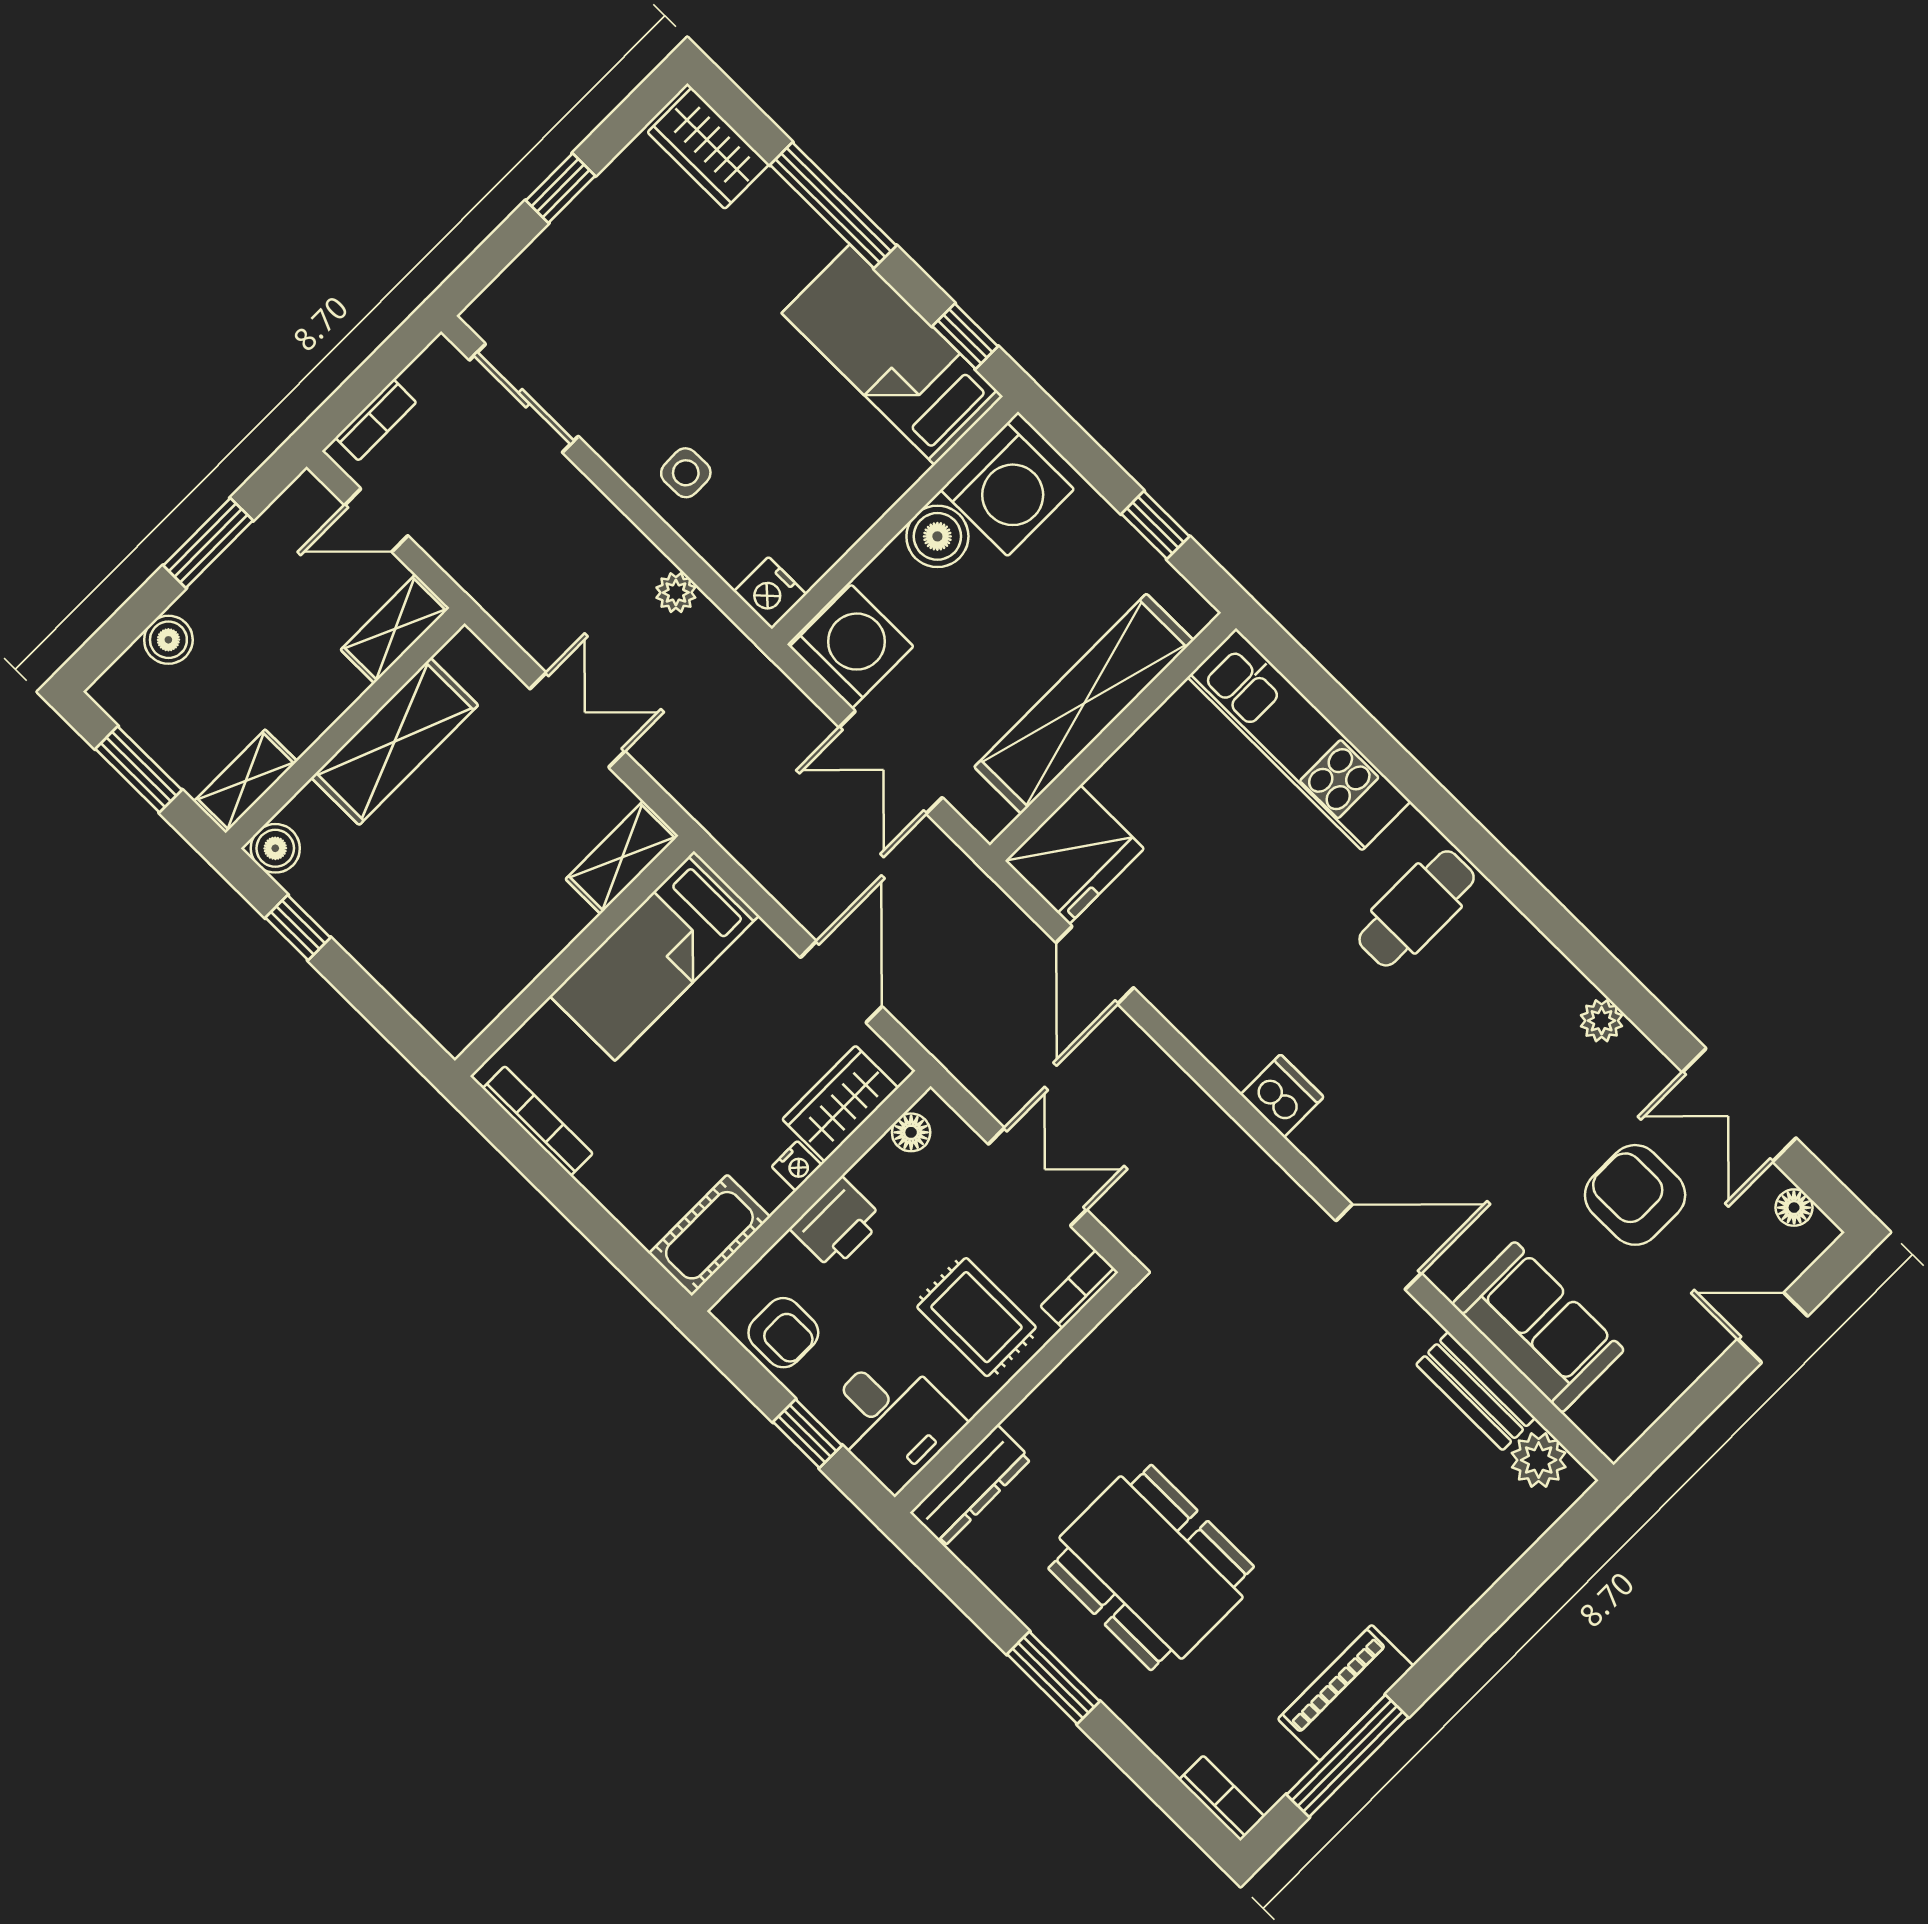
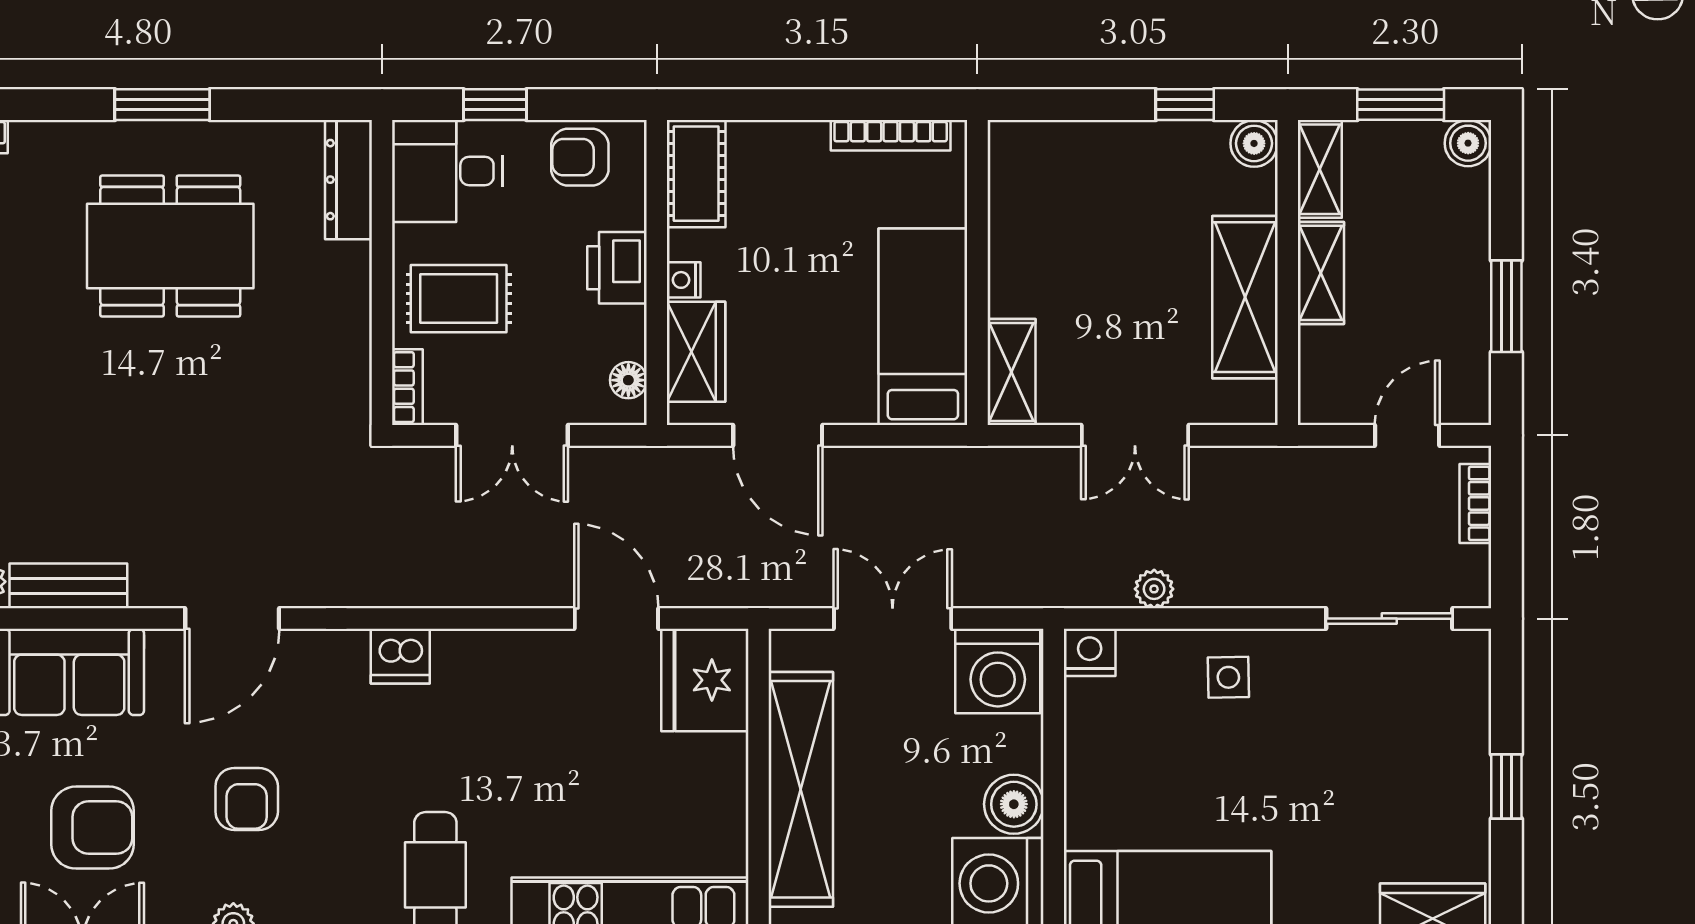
shelving: (395, 629) -> (1321, 273), moved
boiler: (168, 640) -> (1468, 143), moved
armchair: (1500, 1103) -> (247, 799), added

